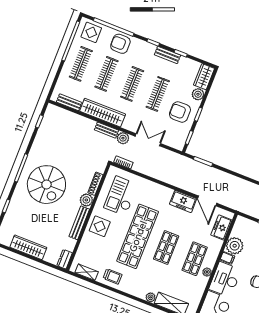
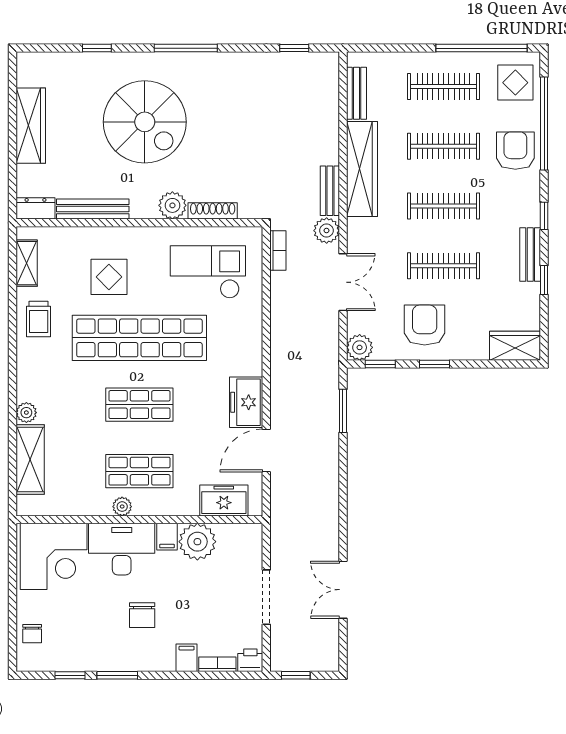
plant: (198, 94) -> (360, 347), moved
spiral stairs: (46, 185) -> (145, 122), moved, turned -90
bench: (79, 223) -> (93, 209), moved
display table: (100, 226) -> (109, 277), moved

